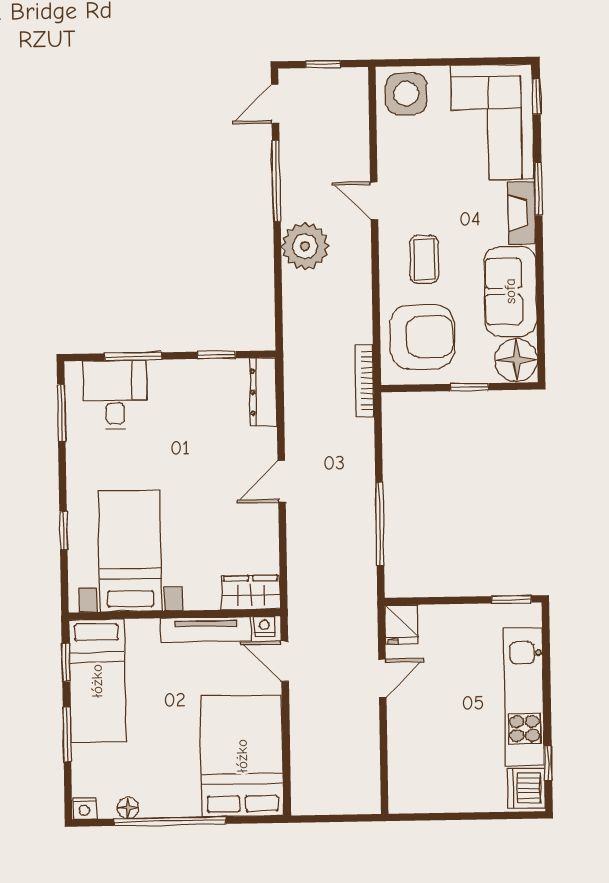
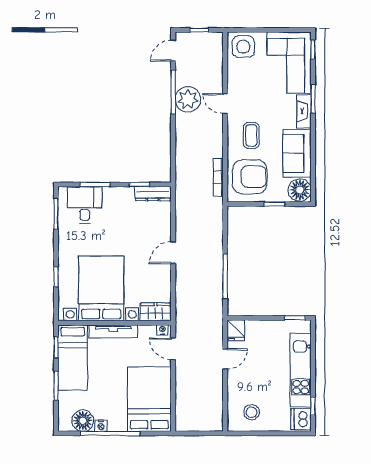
plant: (305, 246) -> (188, 99), moved
bookcase: (364, 381) -> (218, 177), moved
dresser: (263, 392) -> (153, 194), moved, turned -90
bed with nightstands: (130, 551) -> (101, 288), width x1.36
tv unit: (206, 630) -> (113, 331), moved
stool: (434, 777) -> (252, 412), added
nightstand: (85, 808) -> (101, 426), moved
floor lamp: (128, 808) -> (83, 421), width x1.89, depth x1.89

